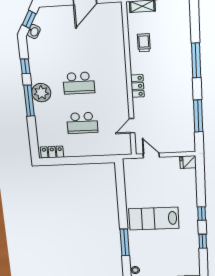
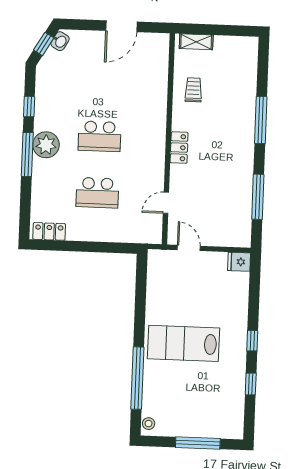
washbasin: (34, 31) -> (60, 41), moved
window: (125, 242) -> (137, 378), width x1.46

